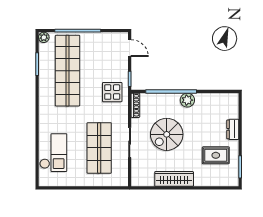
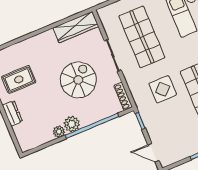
display table: (112, 92) -> (163, 89), moved
plant: (201, 98) -> (59, 132), added
wardrobe: (174, 179) -> (76, 27), moved

